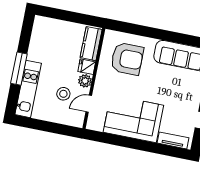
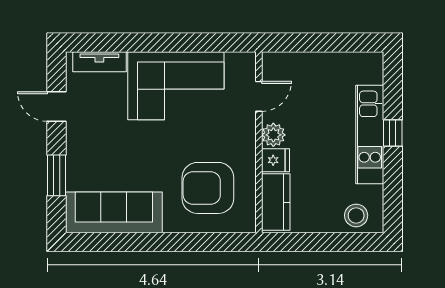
window: (19, 69) -> (393, 133), width x0.46
kitchen unit: (28, 89) -> (370, 134), moved
stool: (63, 94) -> (356, 215), moved

